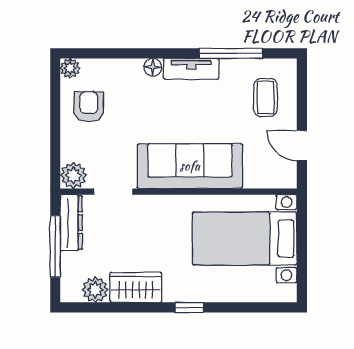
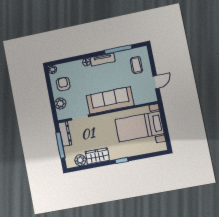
door: (302, 145) -> (156, 82), swing flipped
plant: (73, 175) -> (60, 104), moved

